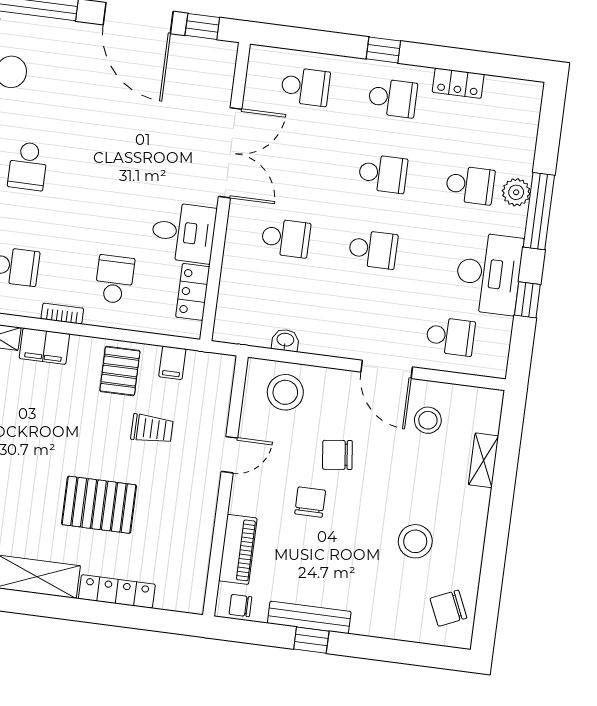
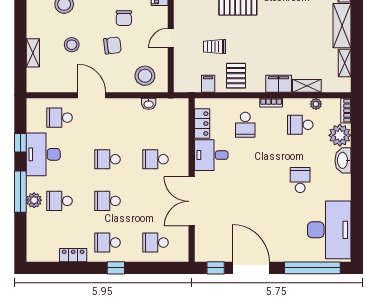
stool: (428, 420) -> (72, 45), moved

